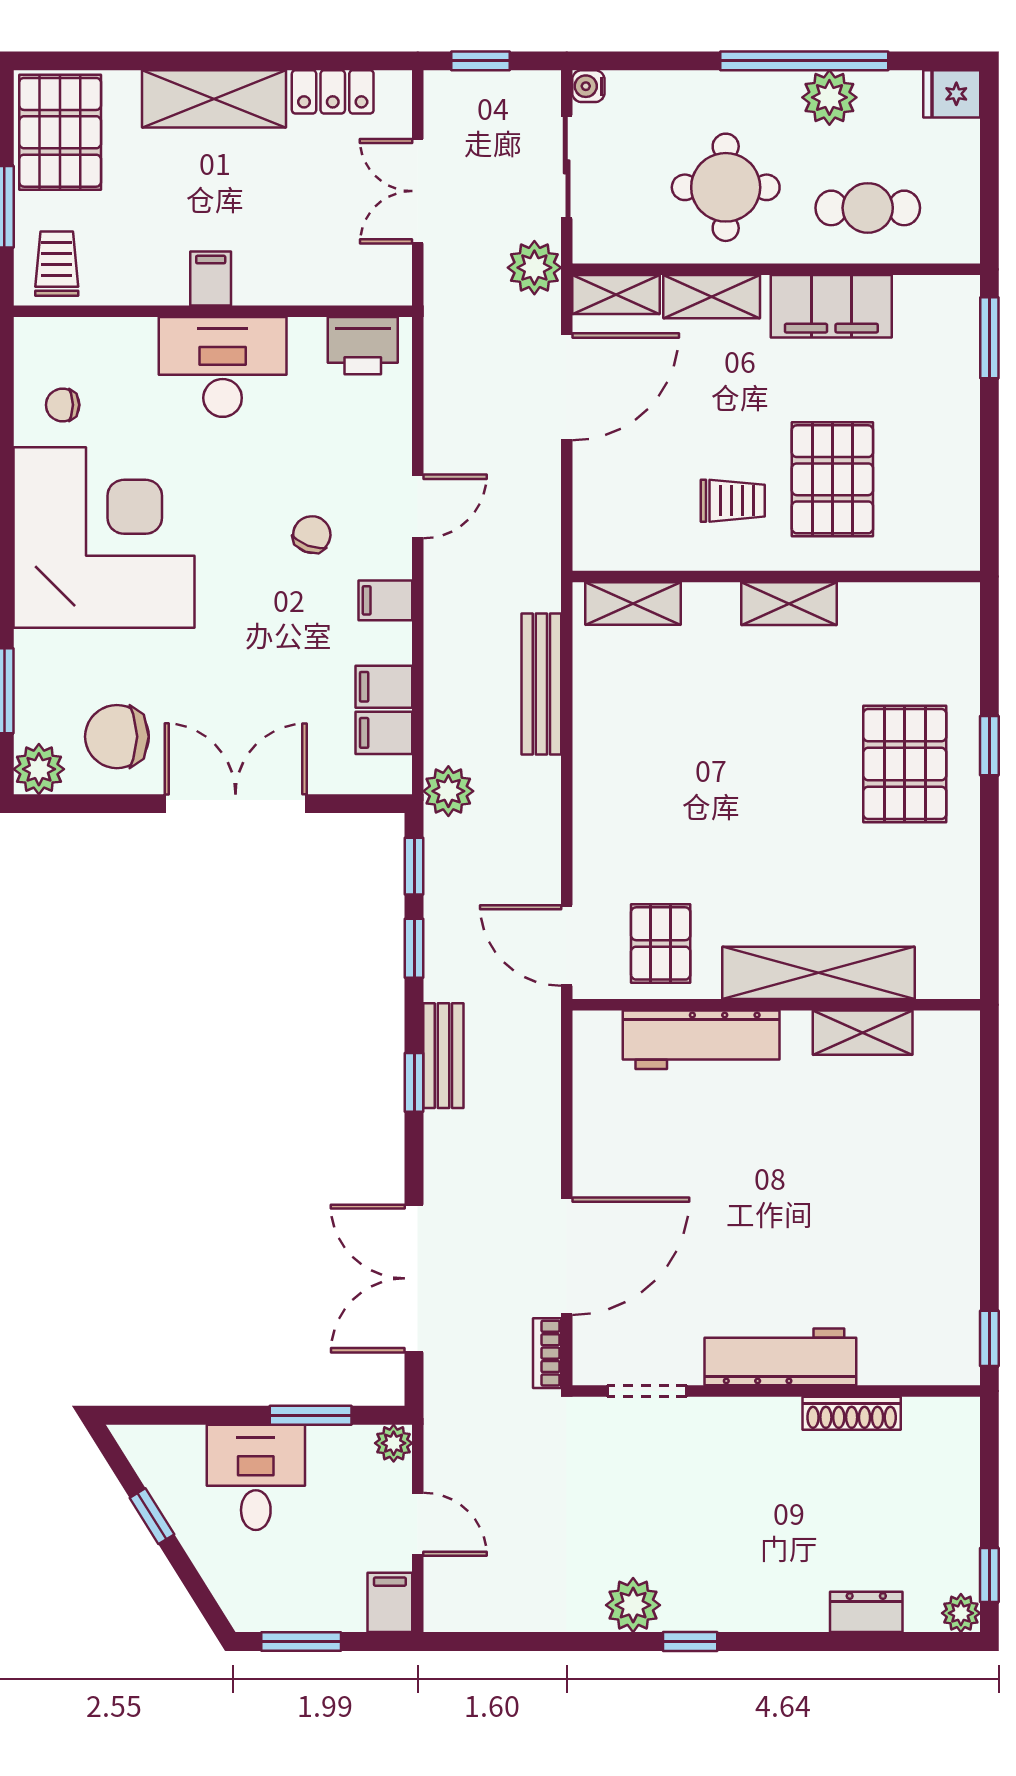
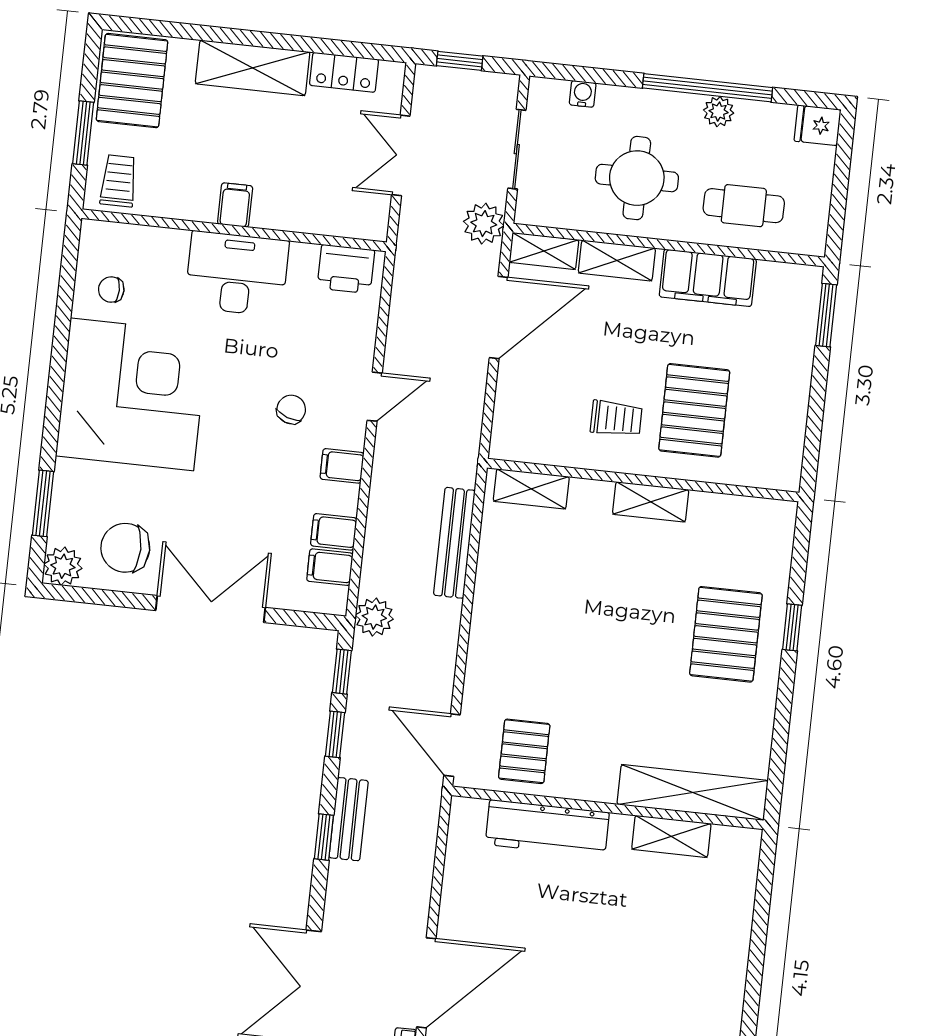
water cooler: (588, 86) -> (583, 94), moved, turned 90
plant: (829, 97) -> (719, 112), width x0.73, depth x0.73
shelving: (819, 973) -> (693, 792), moved

